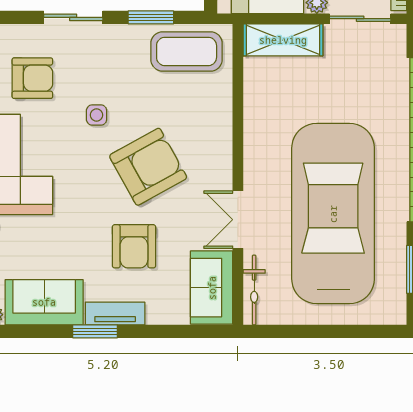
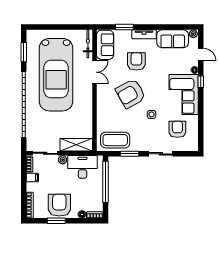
armchair: (32, 78) -> (177, 129), turned 90
window: (95, 331) -> (124, 27), moved

